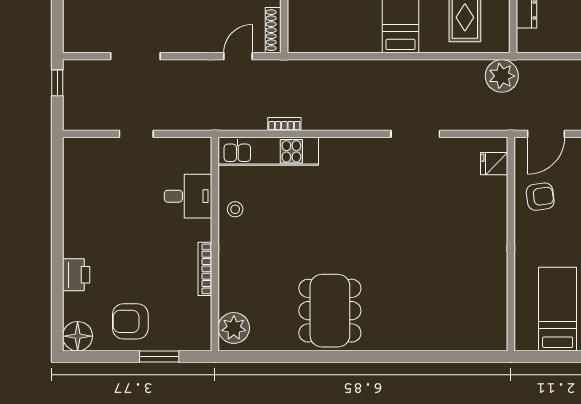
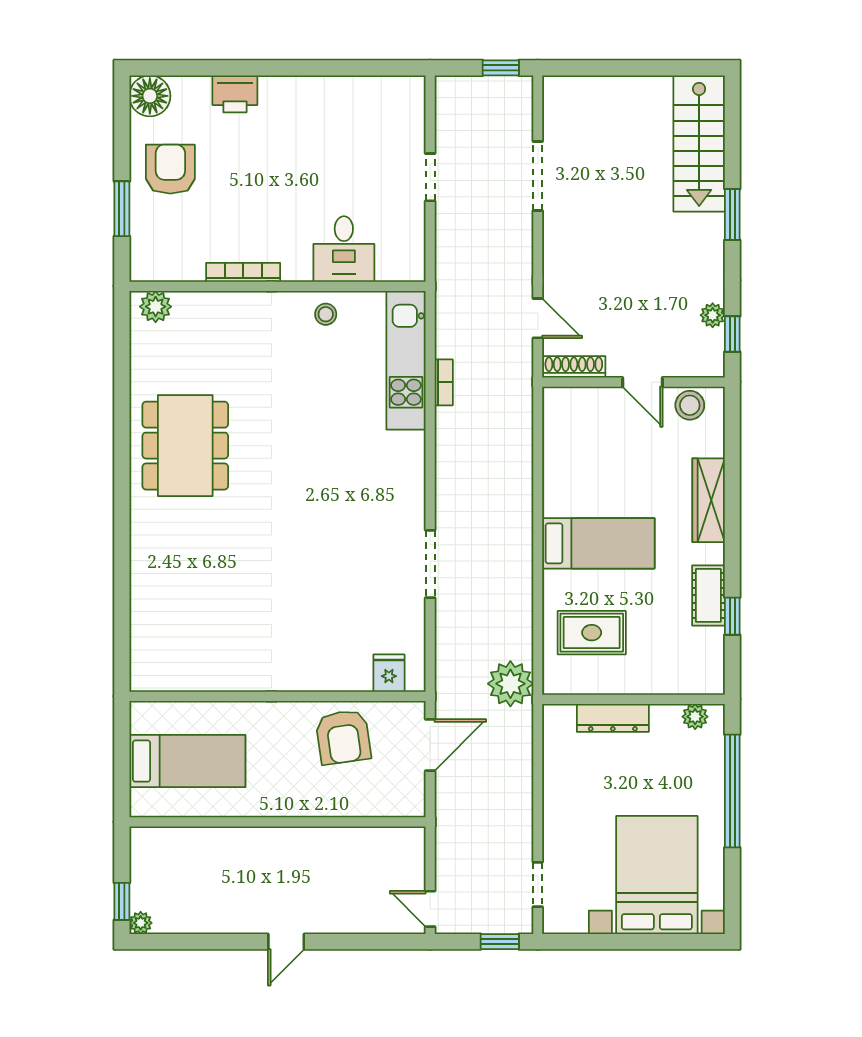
door: (546, 134) -> (430, 745), swing flipped
armchair: (540, 197) -> (343, 737), width x1.38, depth x1.38
dining table: (330, 311) -> (185, 446), turned 90
plant: (234, 328) -> (156, 307), width x0.73, depth x0.73

